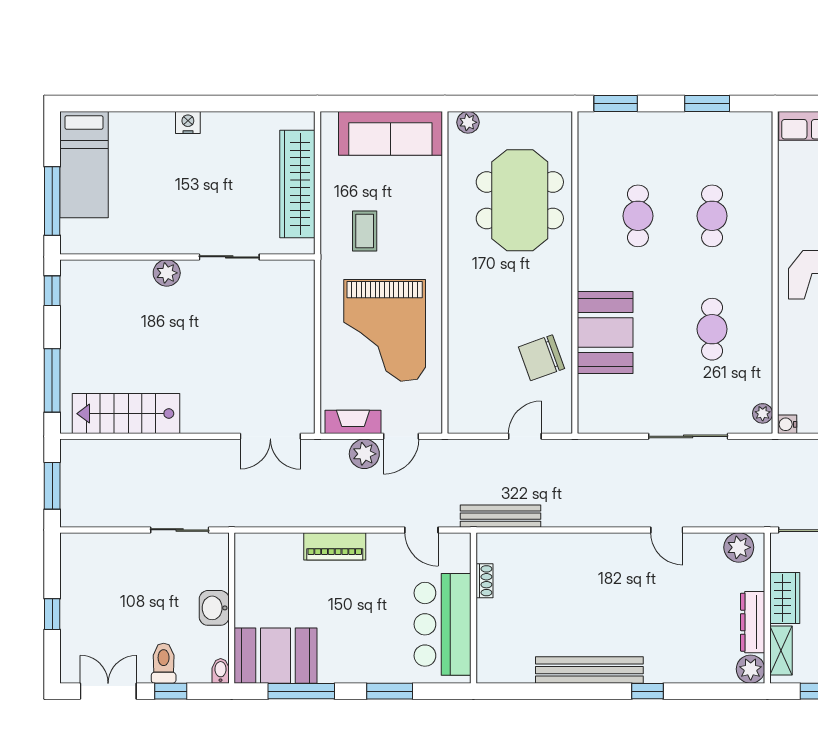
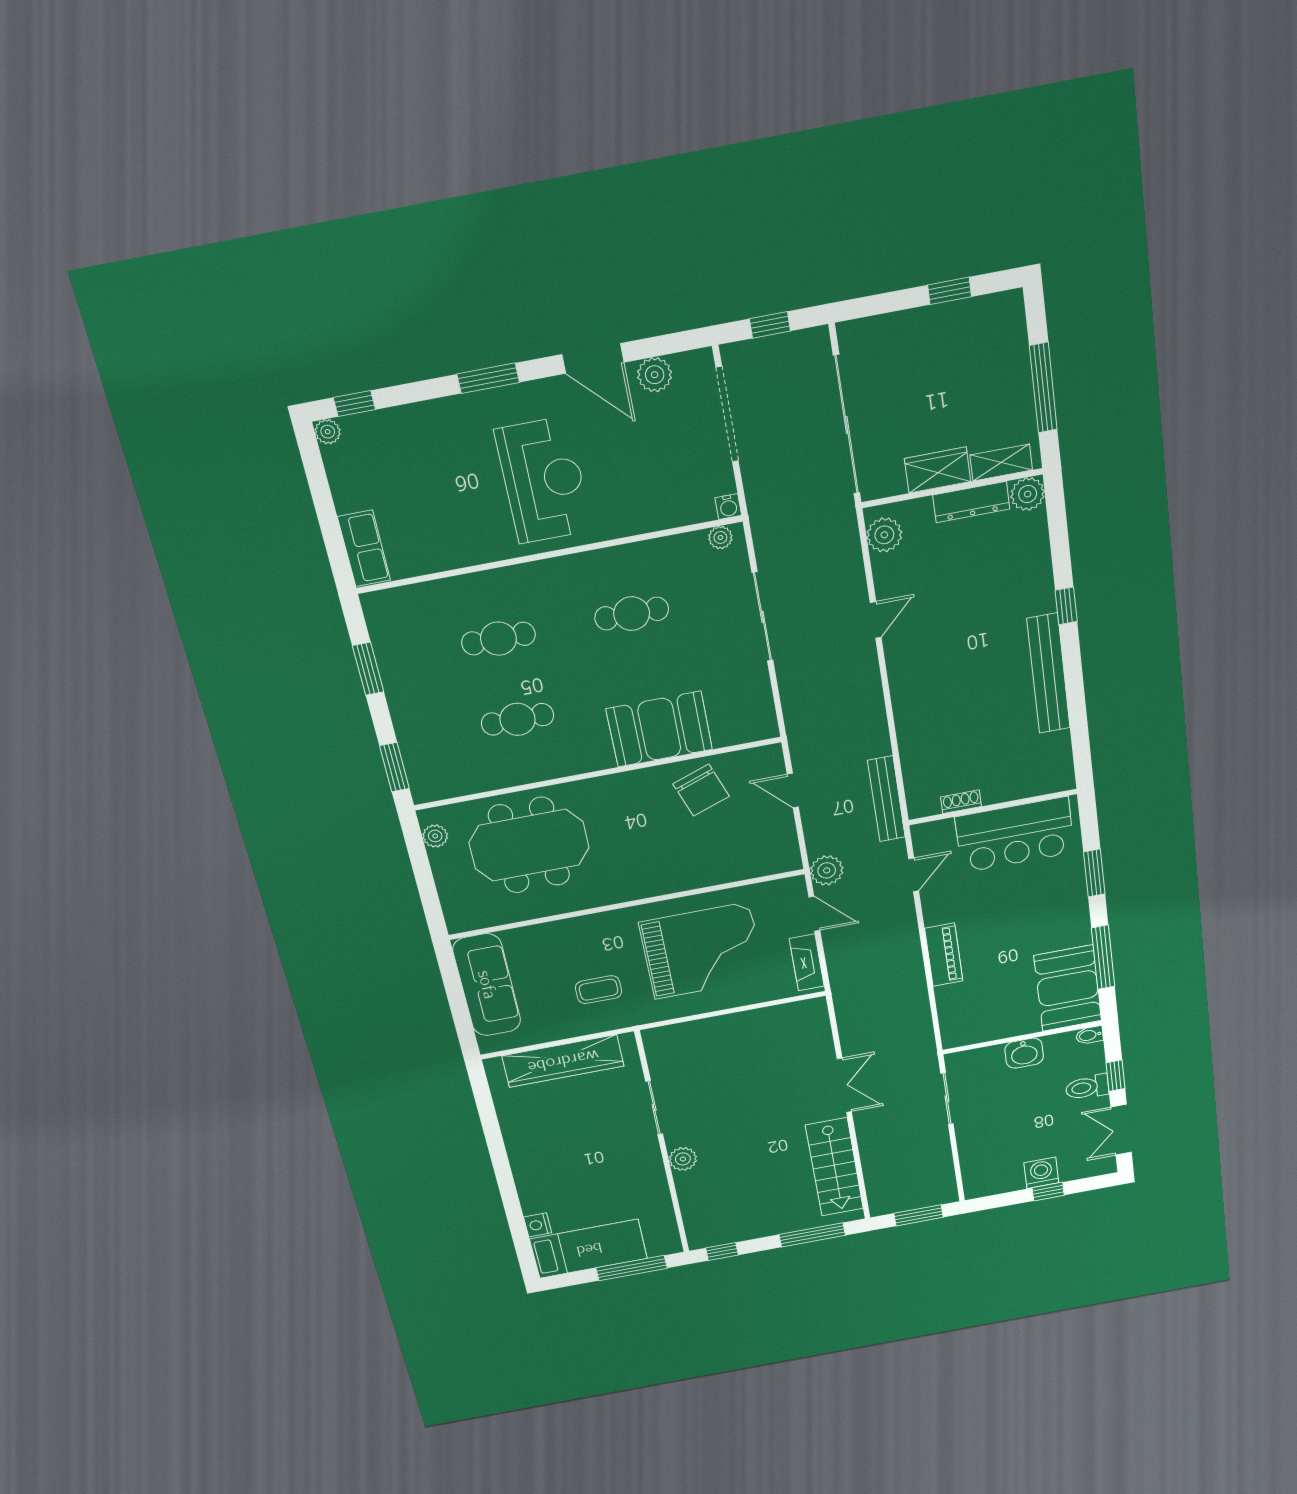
plant: (468, 122) -> (435, 836), moved
nightstand: (188, 123) -> (538, 1225), moved
double door: (270, 436) -> (844, 1085), moved
plant: (364, 454) -> (827, 870), moved
washing machine: (76, 610) -> (1041, 1173), added

